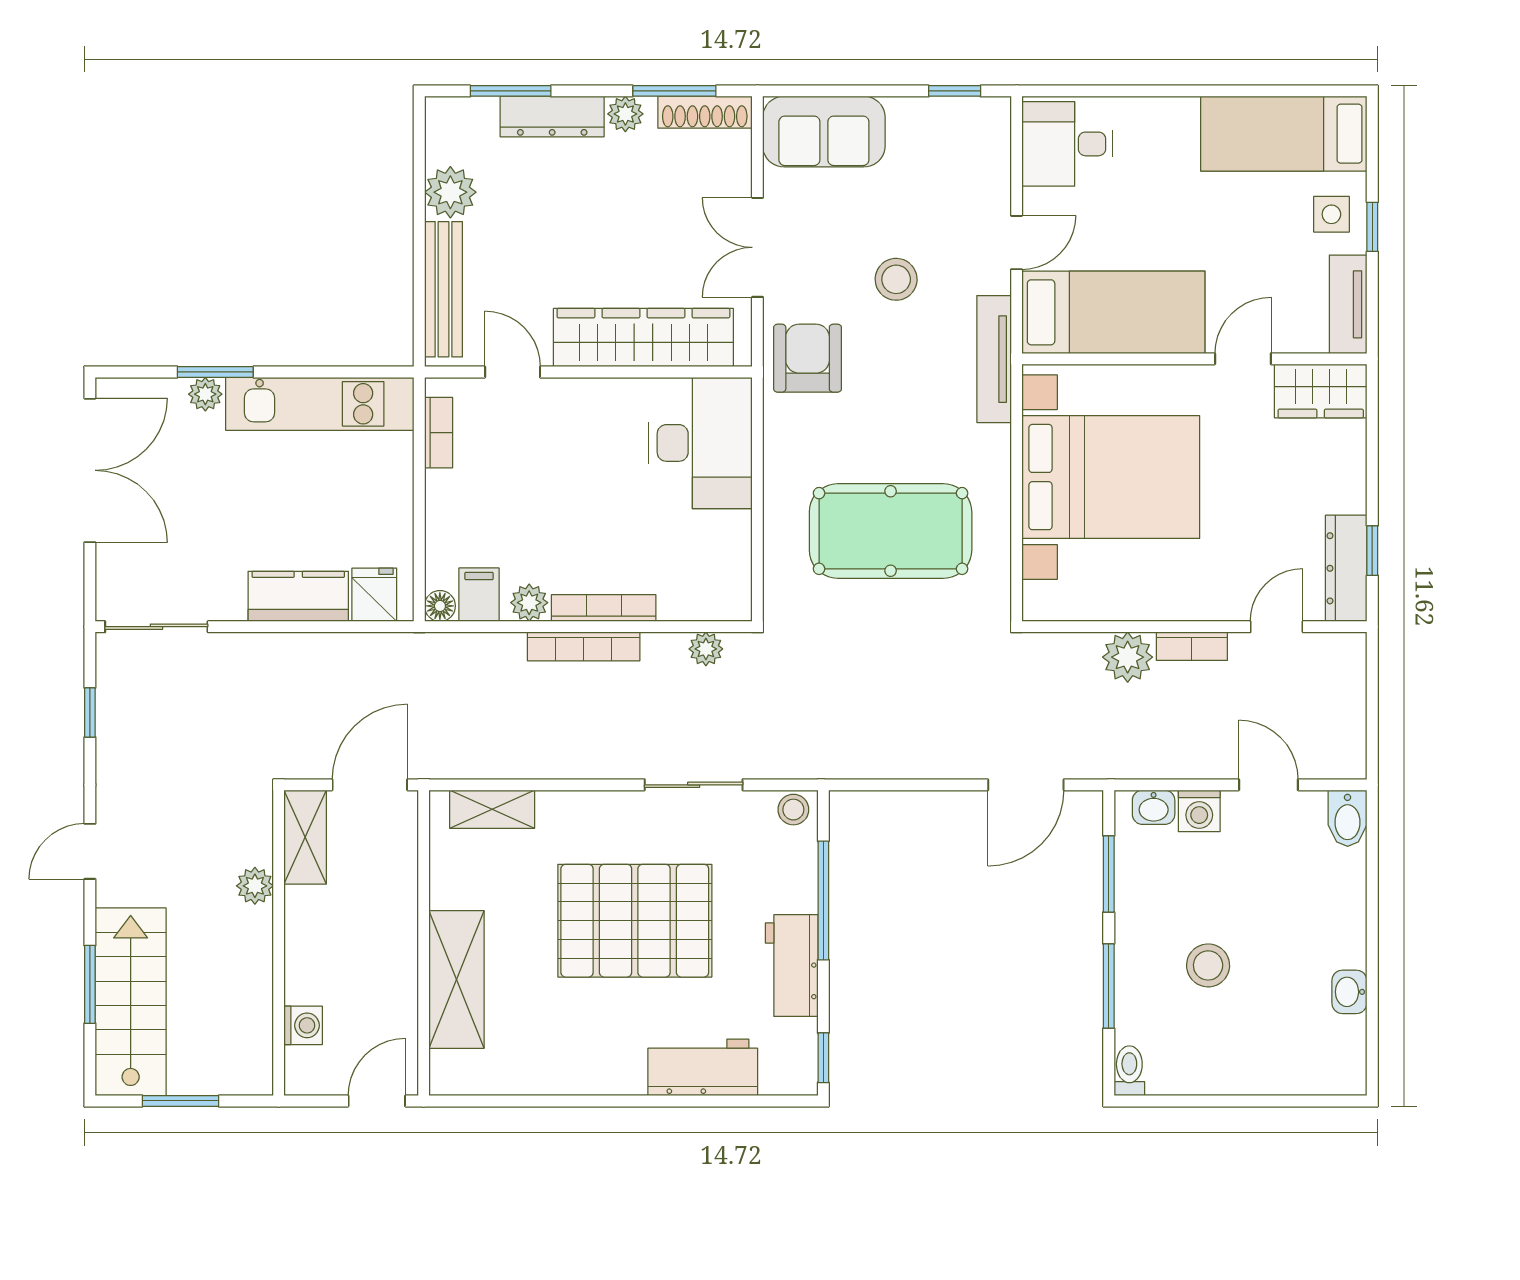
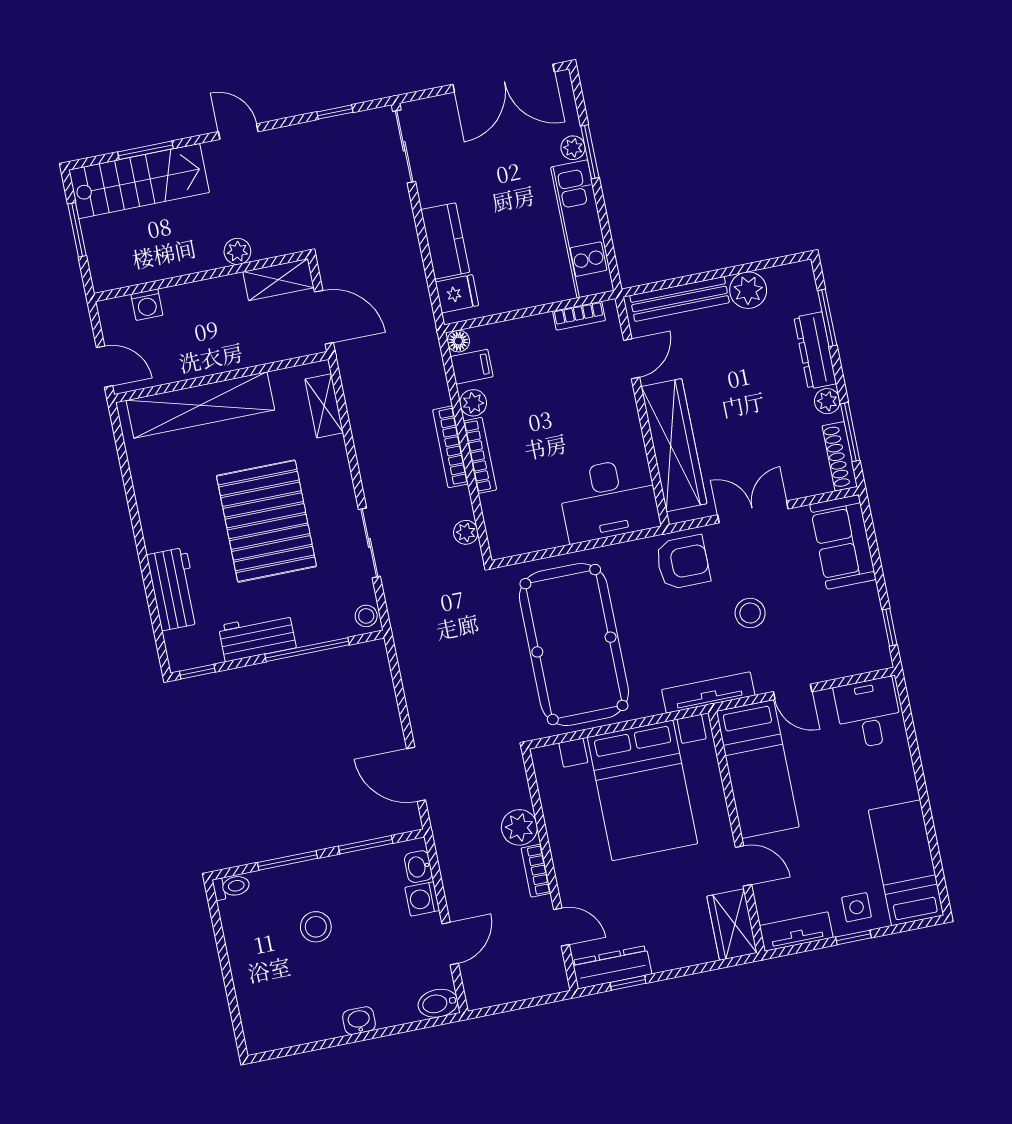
pool table: (891, 531) -> (574, 645), width x1.36, depth x1.32
shelving: (456, 980) -> (200, 405), width x1.47
washbasin: (1349, 992) -> (359, 1021), moved

